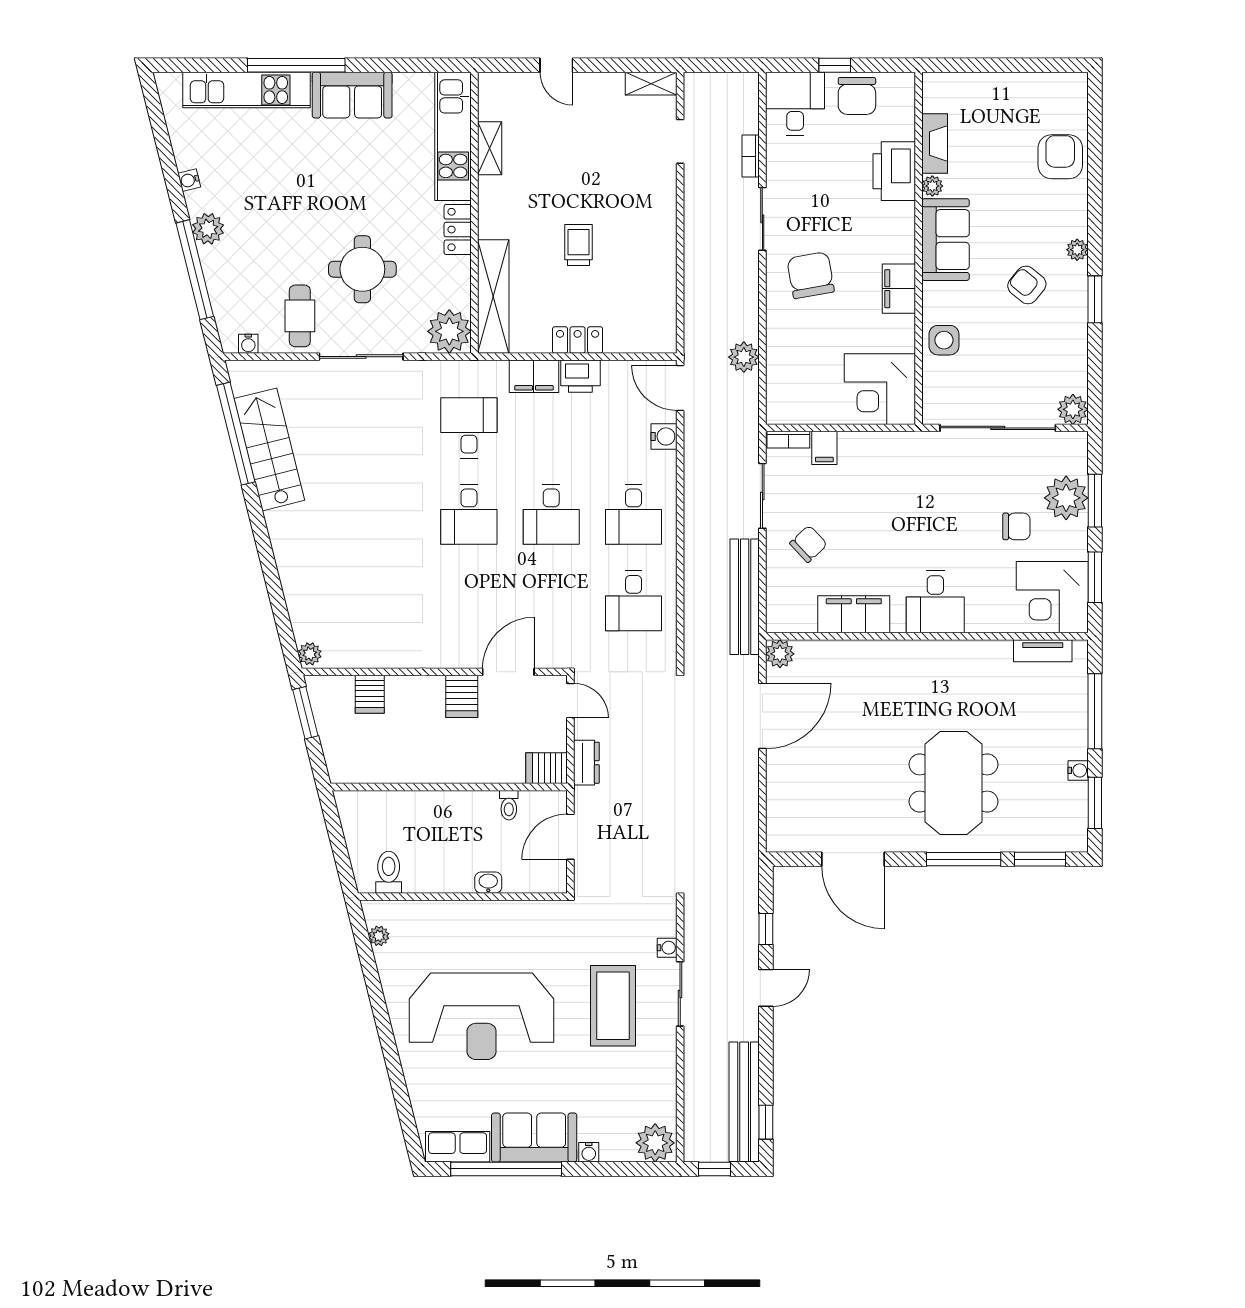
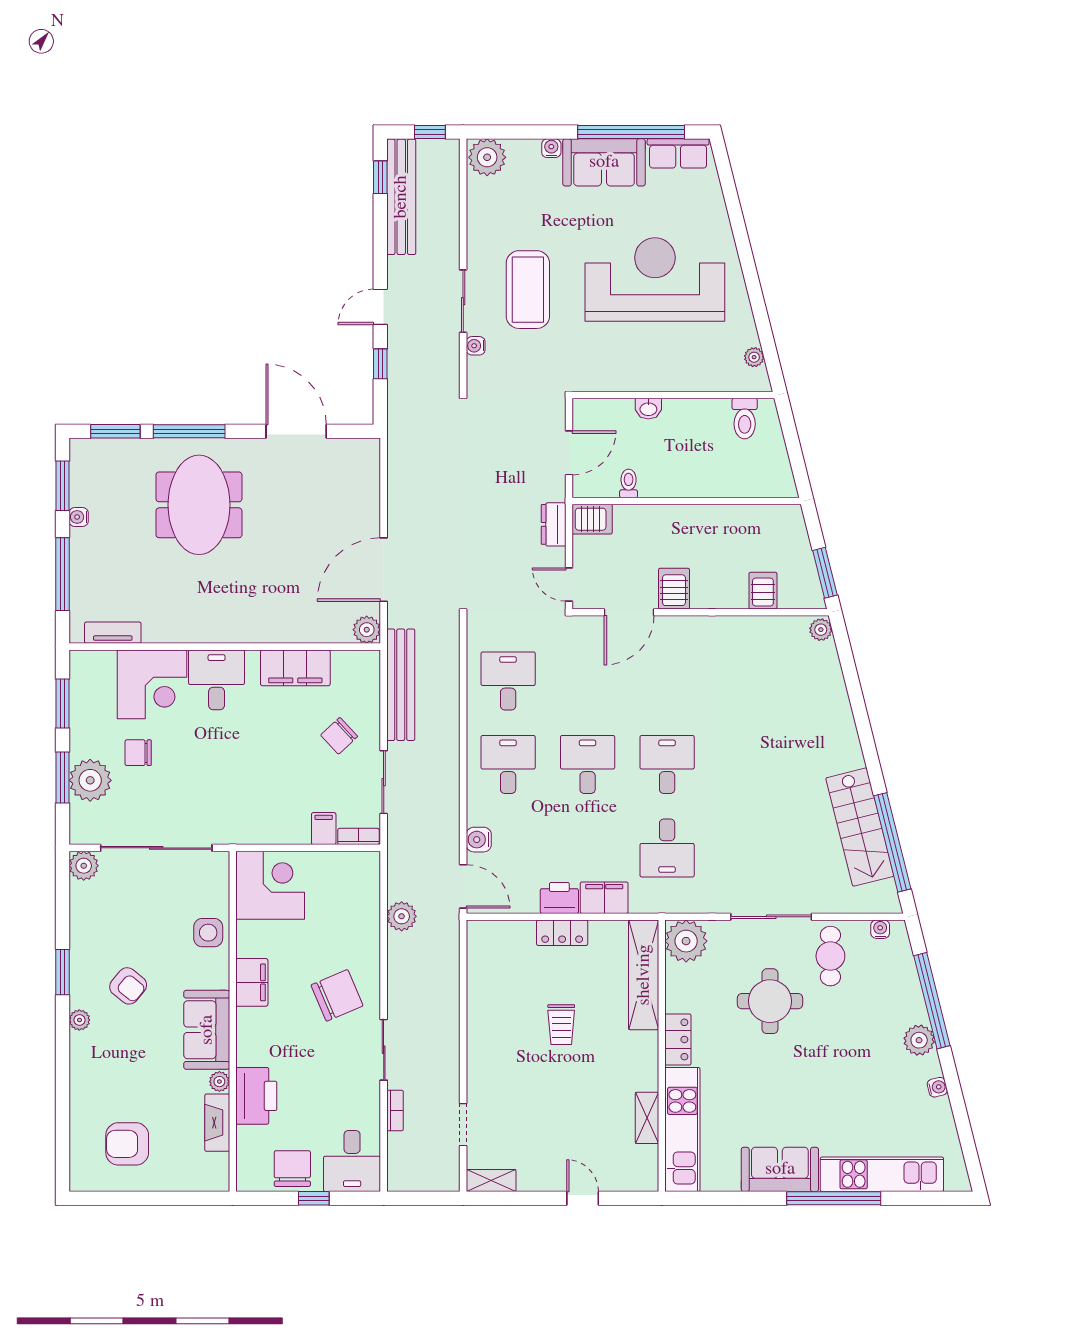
armchair: (1060, 157) -> (127, 1144), moved, turned 90
chair: (811, 275) -> (337, 995), turned -103
corner desk: (1052, 597) -> (152, 684), moved, turned 90

